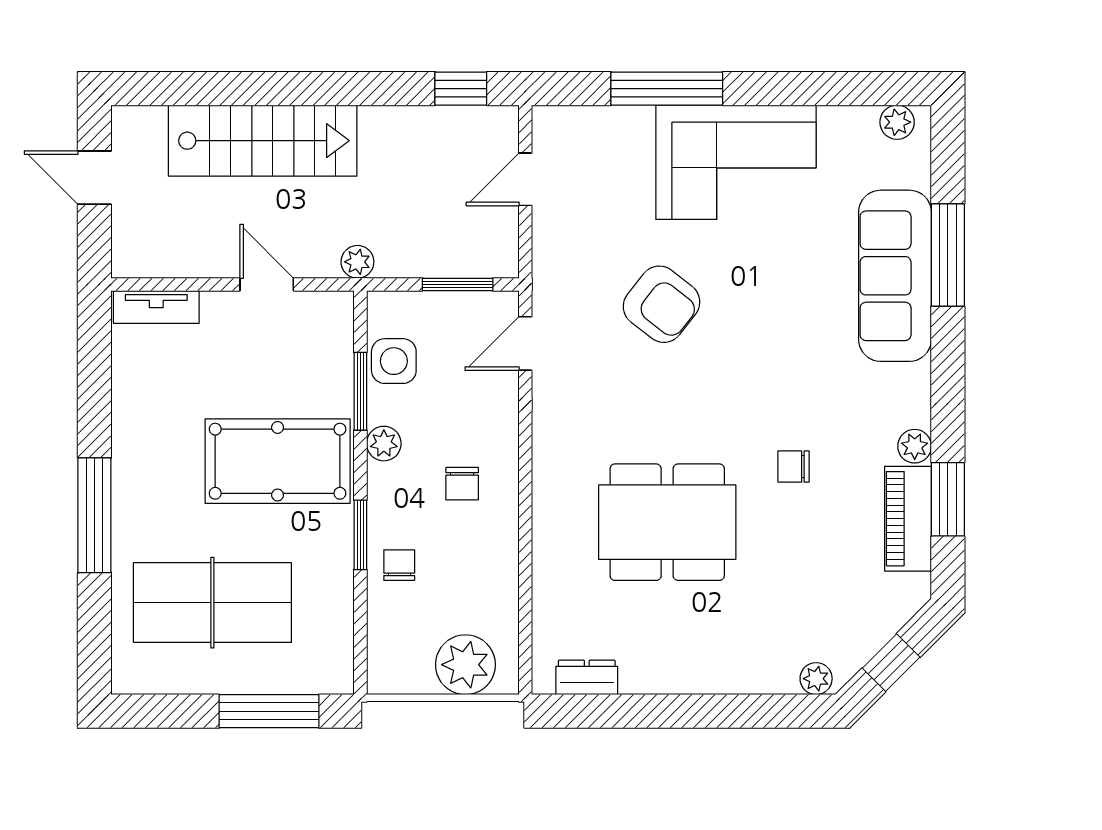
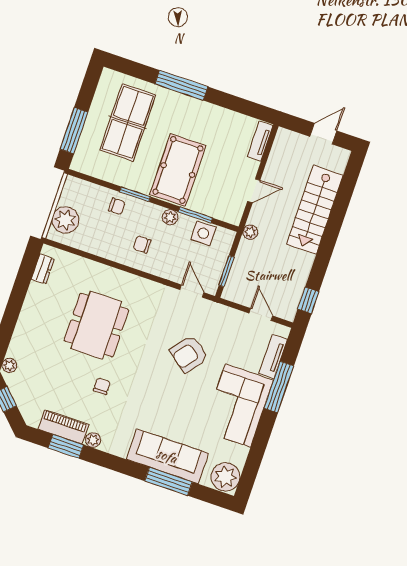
plant: (897, 122) -> (225, 477), width x1.87, depth x1.87
tv unit: (605, 123) -> (273, 356), added

